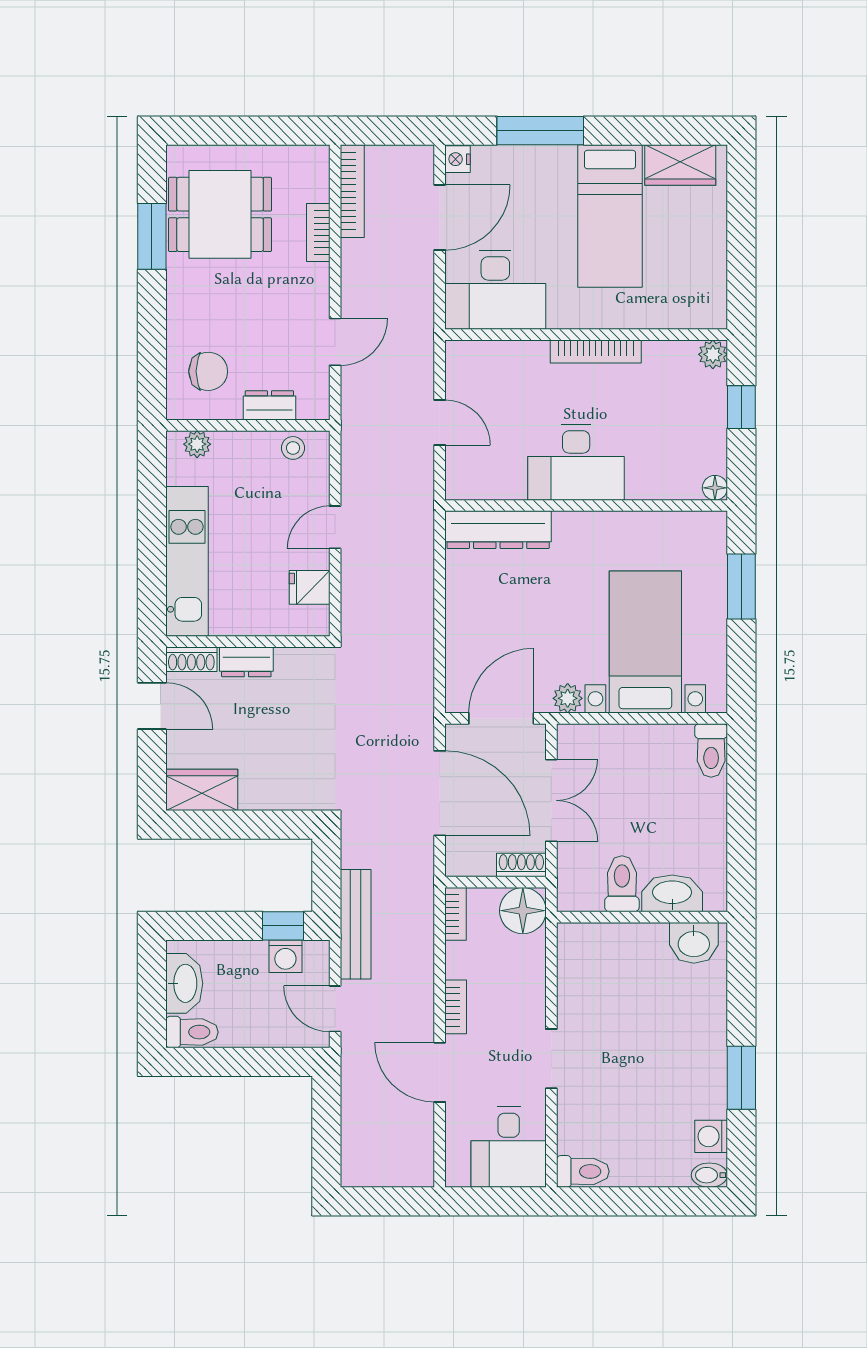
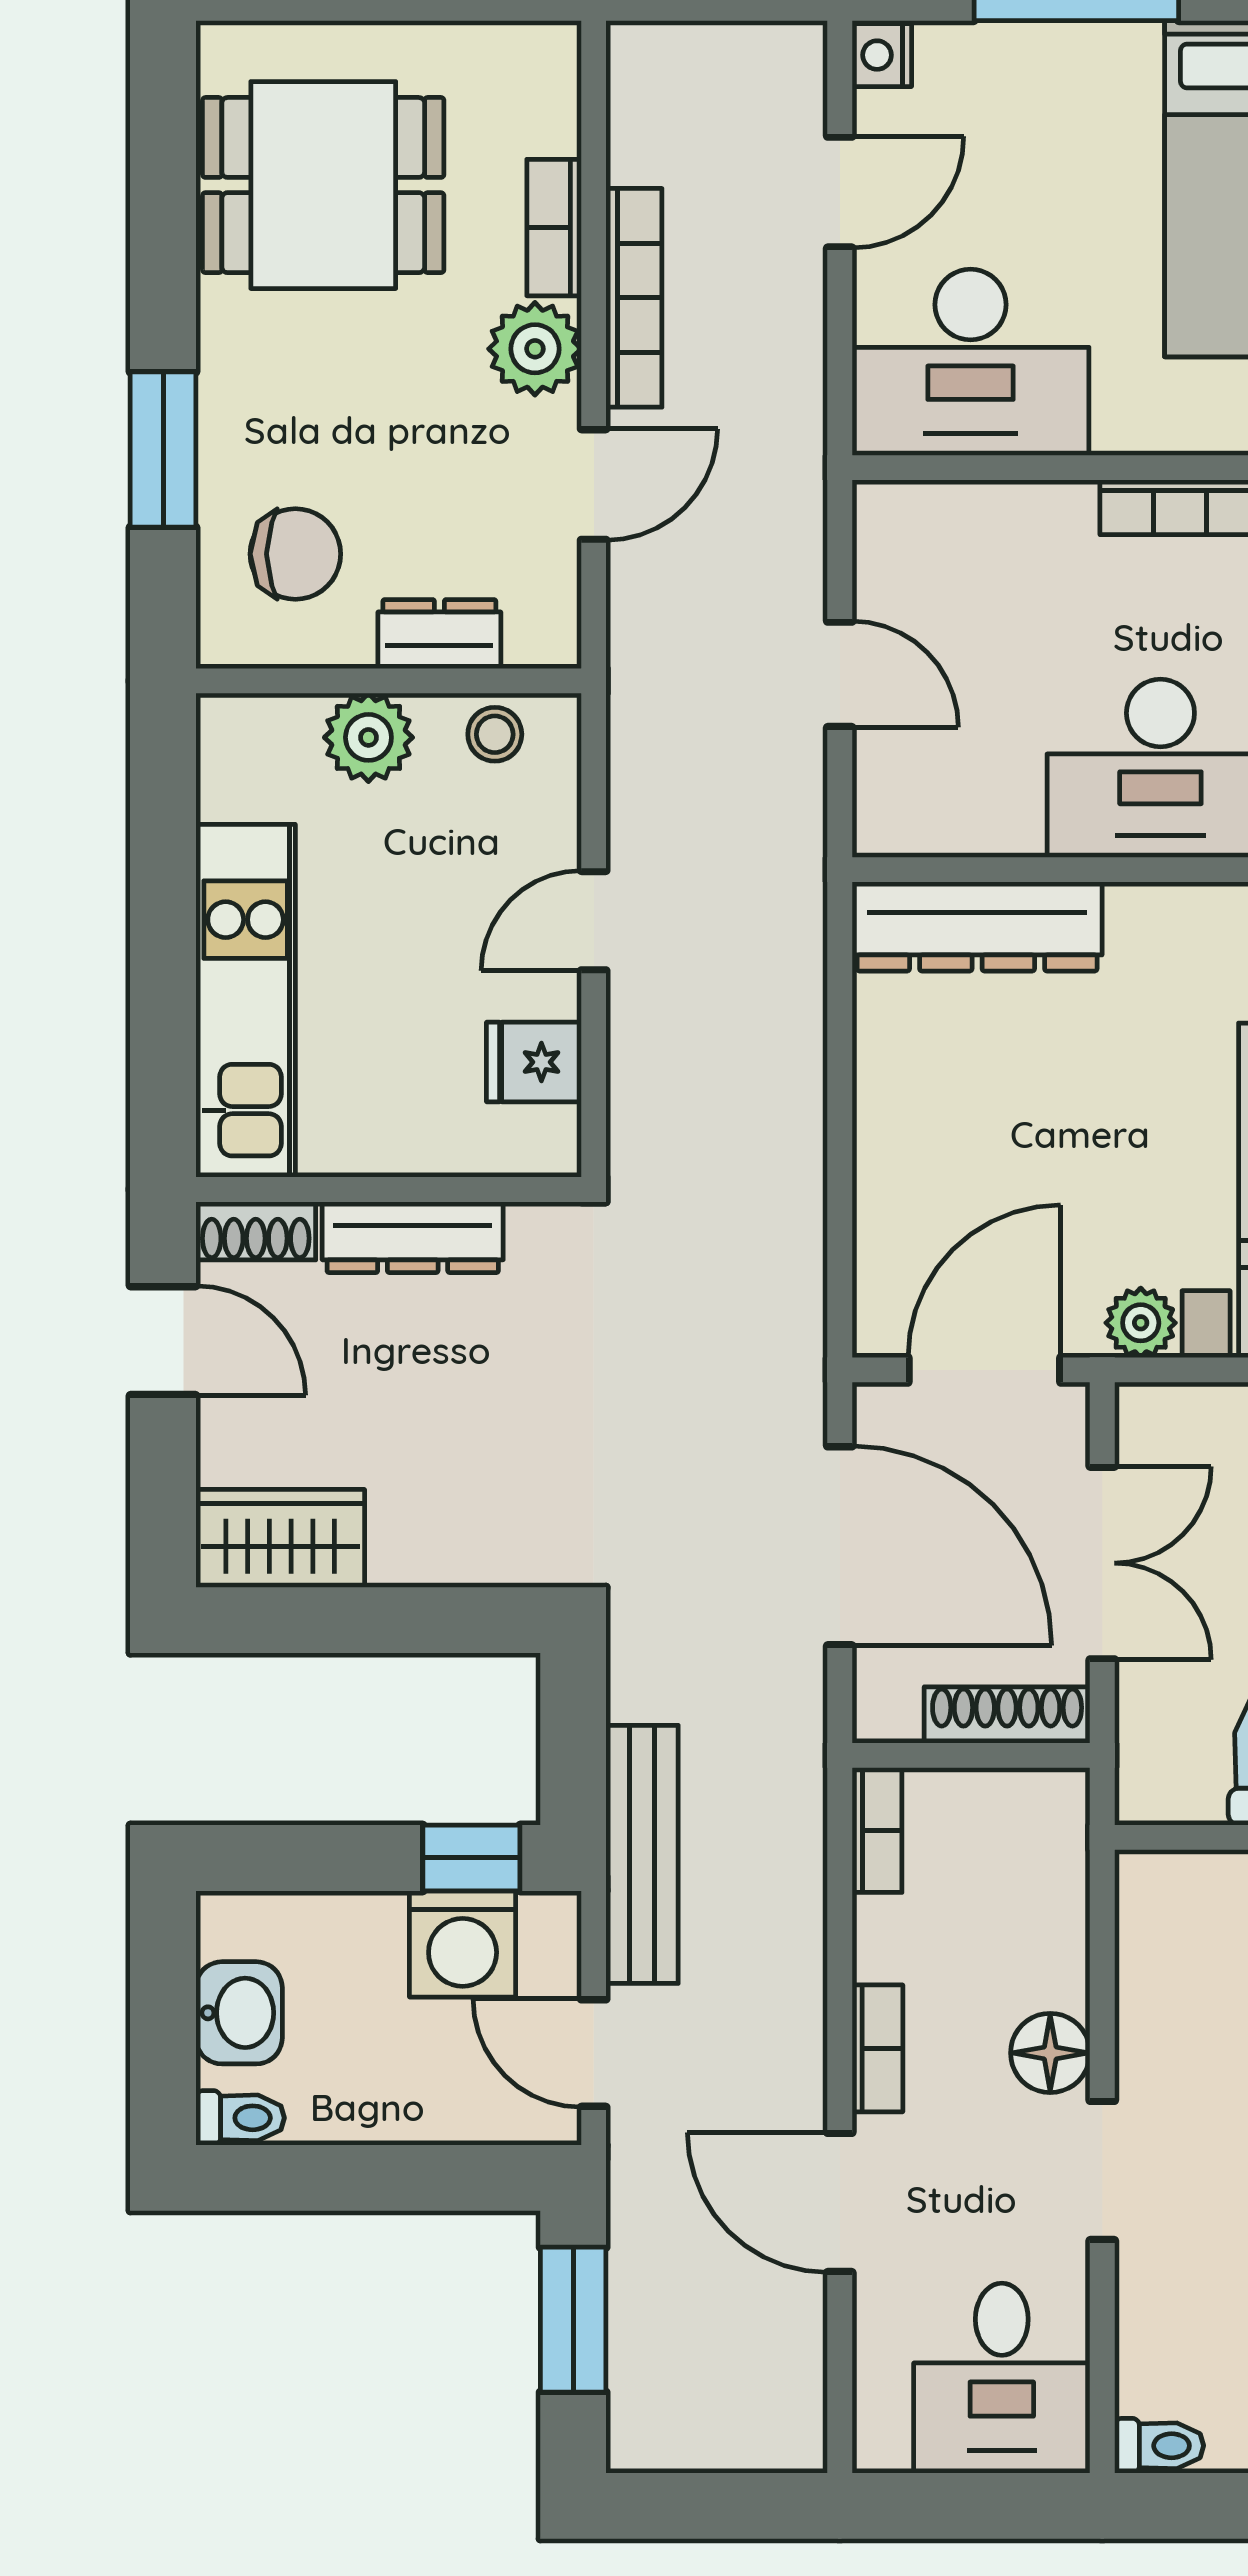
bookcase: (352, 191) -> (634, 298), moved
door: (440, 217) -> (840, 192), width x0.73
window: (152, 236) -> (163, 450), moved
plant: (310, 284) -> (535, 349), added
plant: (197, 444) -> (368, 737), moved, width x1.38, depth x1.38
dresser: (246, 662) -> (413, 1237), width x1.44
shoe rack: (521, 865) -> (1007, 1715), width x1.43
floor lamp: (523, 911) -> (1050, 2053), moved, width x0.73, depth x0.73
washing machine: (285, 956) -> (463, 1944), width x1.38, depth x1.38
washbasin: (184, 983) -> (239, 2013), width x0.72
toilet: (192, 1032) -> (240, 2118), width x0.73, depth x0.72
window: (326, 1122) -> (573, 2320), added
toilet: (583, 1171) -> (1159, 2446), width x0.73, depth x0.72

